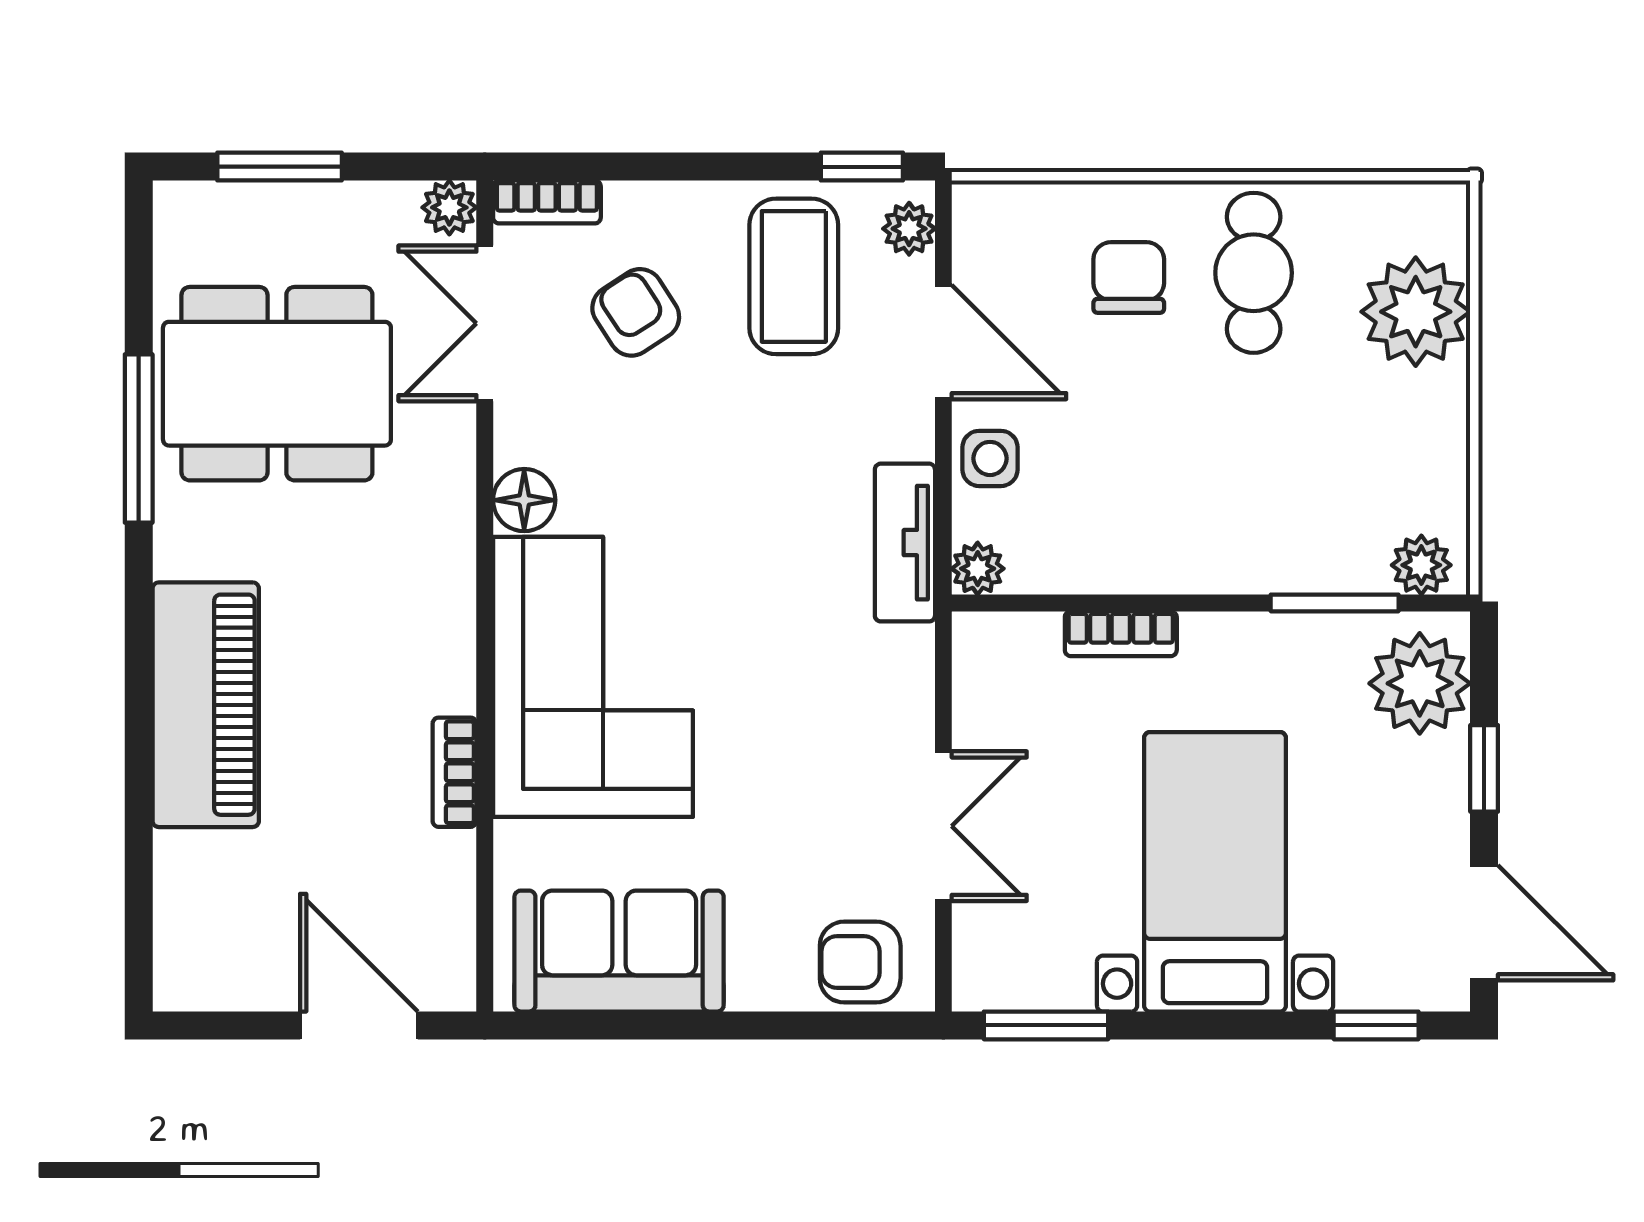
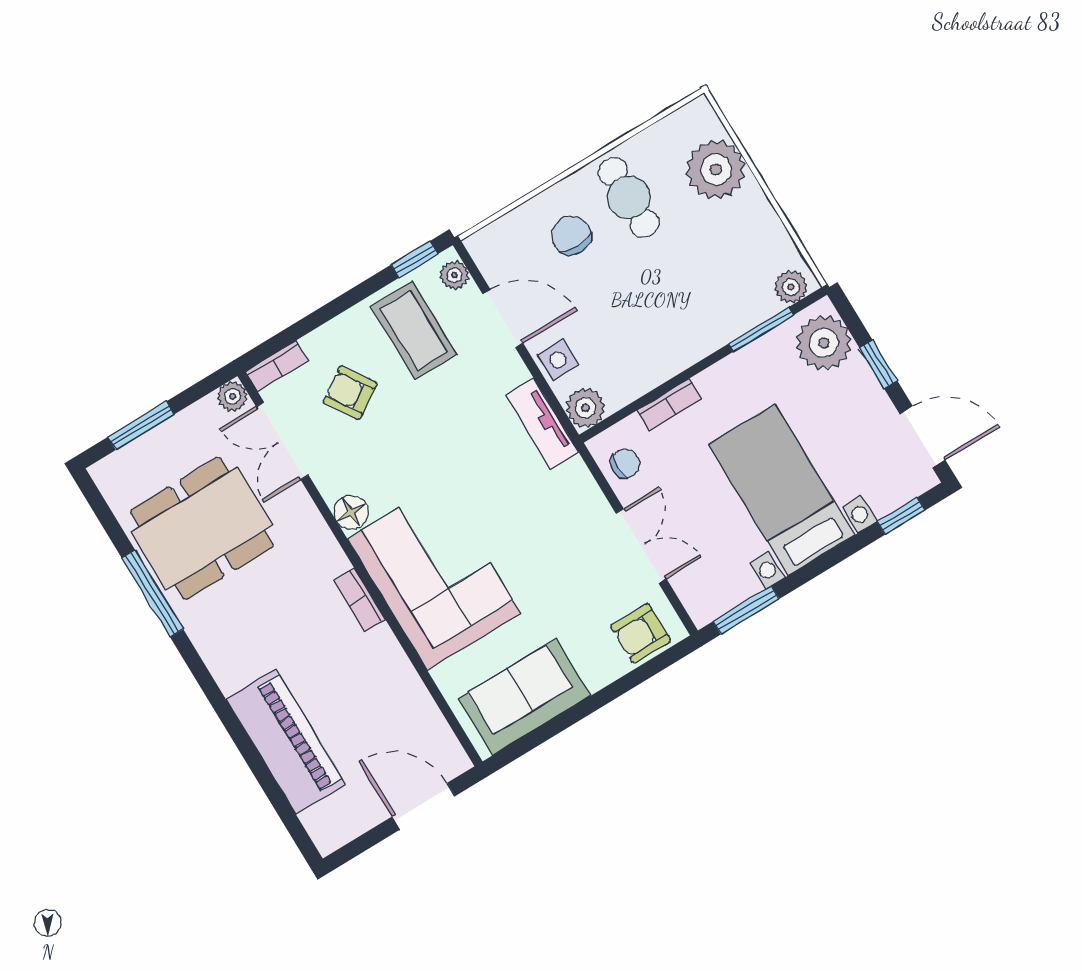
plant: (978, 569) -> (585, 408), width x1.38, depth x1.38
chair: (997, 683) -> (625, 463), added
piano: (206, 705) -> (286, 742), moved
bookcase: (455, 772) -> (359, 600), moved

